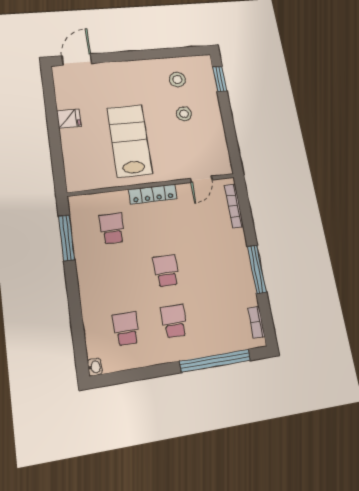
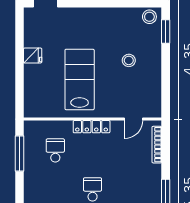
stool: (177, 80) -> (149, 17), moved

